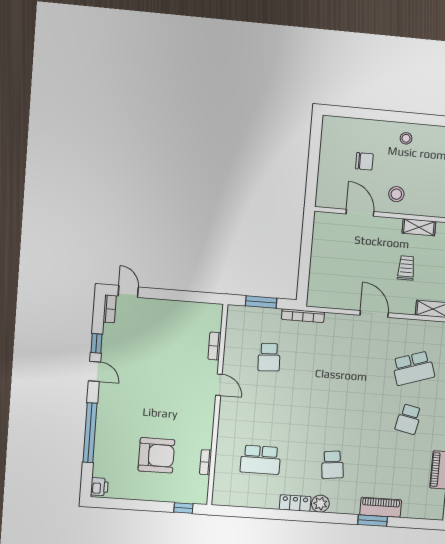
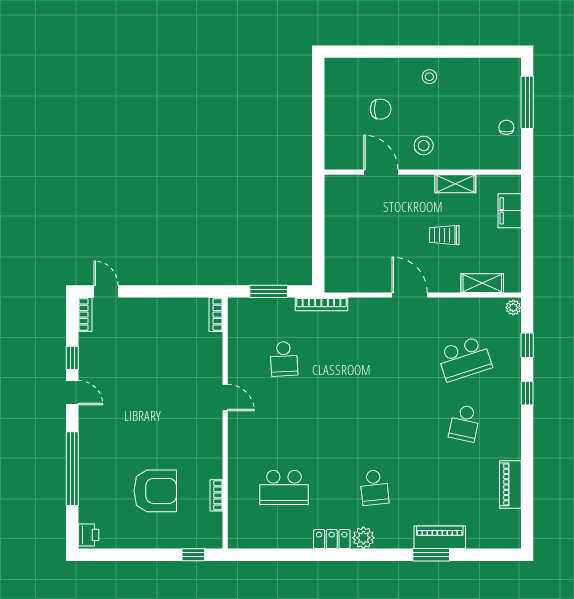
trolley: (406, 268) -> (444, 235), turned -90
bookcase: (214, 346) -> (216, 315), moved

